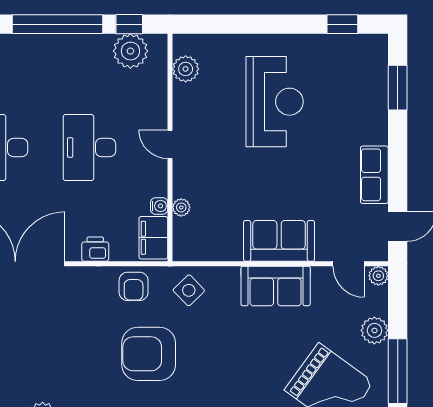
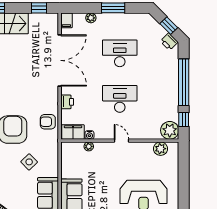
plant: (130, 51) -> (170, 130), moved
door: (170, 144) -> (121, 141), hinge flipped
side table: (189, 290) -> (29, 162), moved

